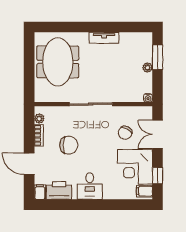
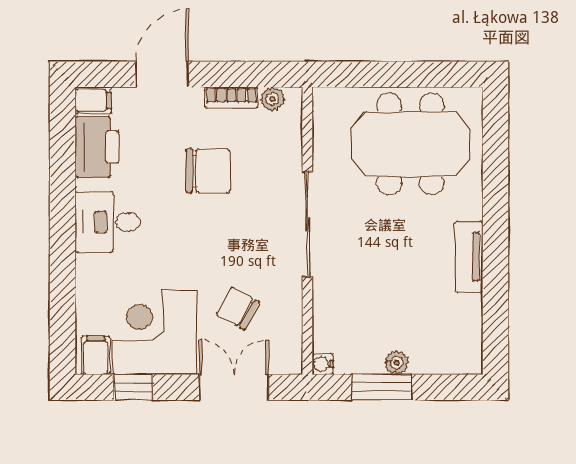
window: (158, 57) -> (382, 387), moved
chair: (69, 145) -> (208, 171), turned -90

